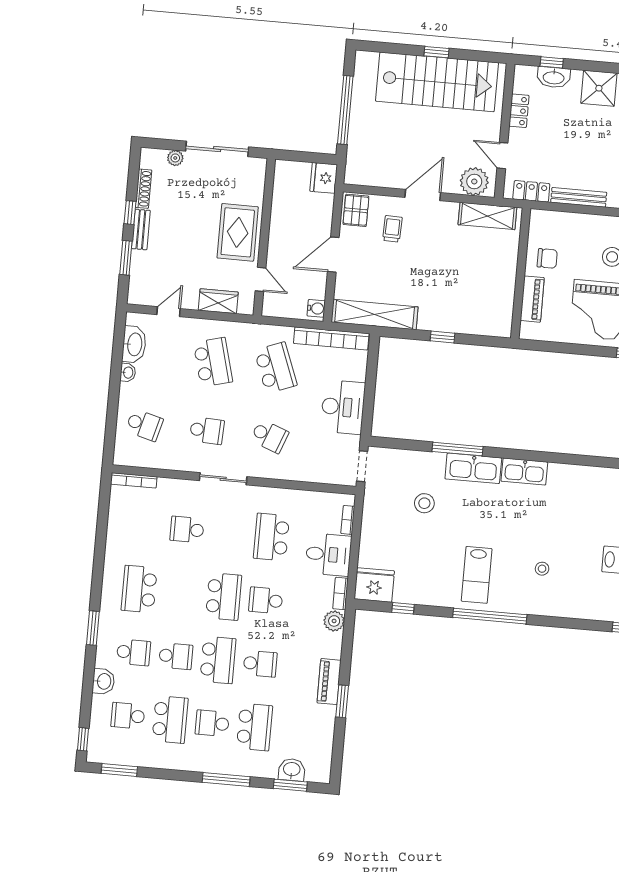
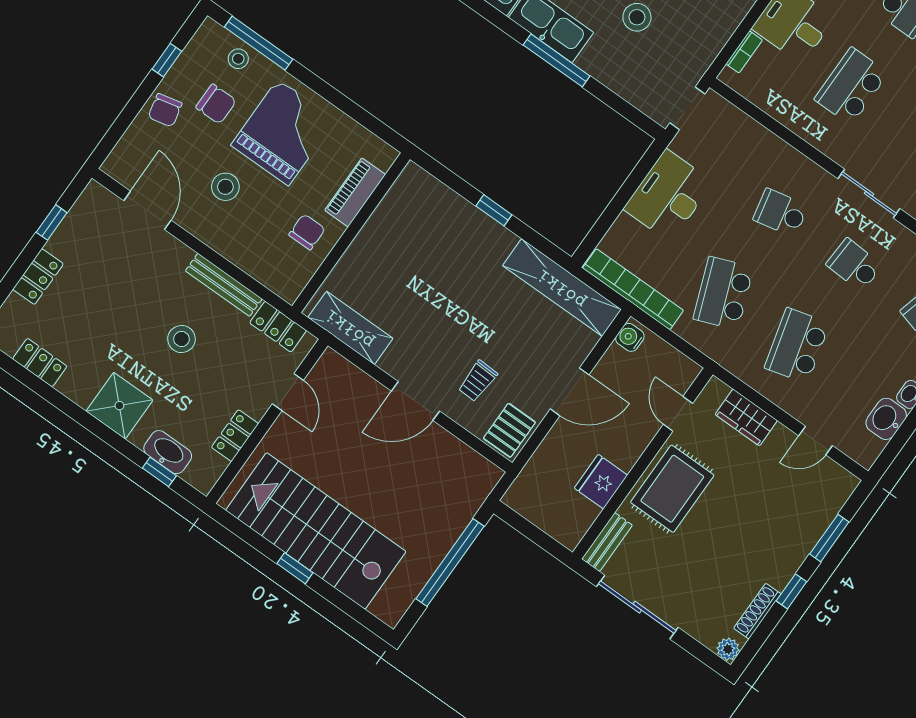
stool: (585, 150) -> (181, 339), added
plant: (175, 158) -> (728, 649), moved
fridge: (324, 178) -> (601, 482), moved, turned 180
plant: (474, 182) -> (342, 380), removed
bench: (141, 229) -> (607, 542), moved
chair: (547, 258) -> (307, 232), turned 90
washbasin: (134, 344) -> (886, 419), width x0.72
school desk: (269, 436) -> (781, 213), turned -33
school desk: (271, 537) -> (851, 86), turned 180

